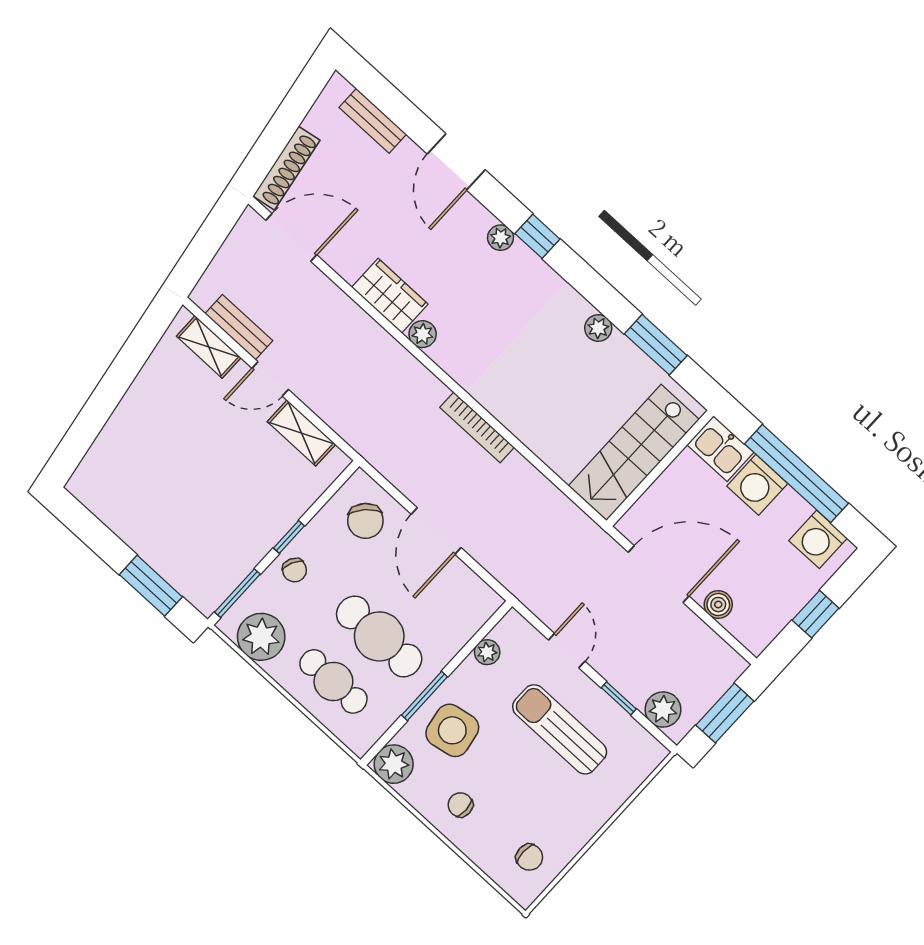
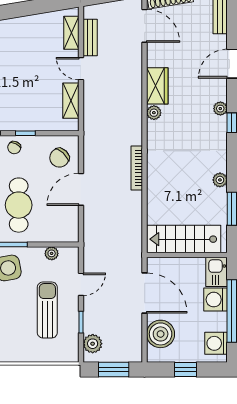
boiler: (718, 605) -> (161, 334), width x1.86, depth x1.86

